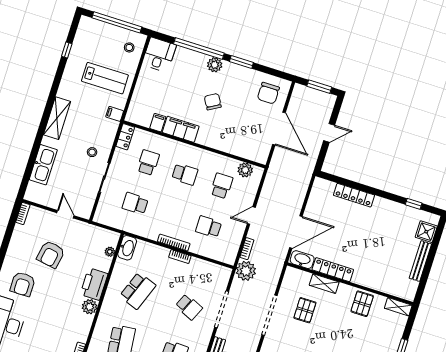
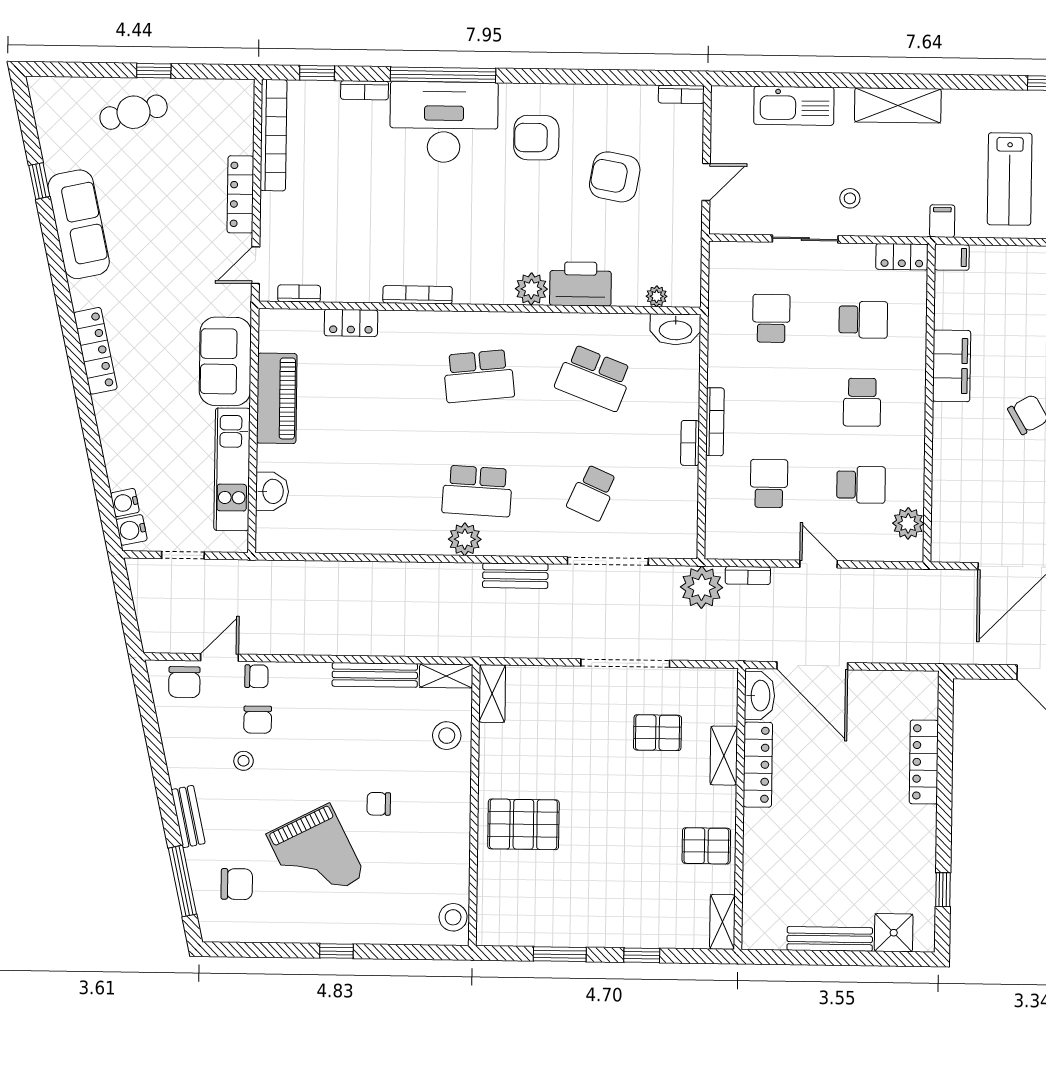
filing cabinet: (158, 123) -> (952, 257), moved

